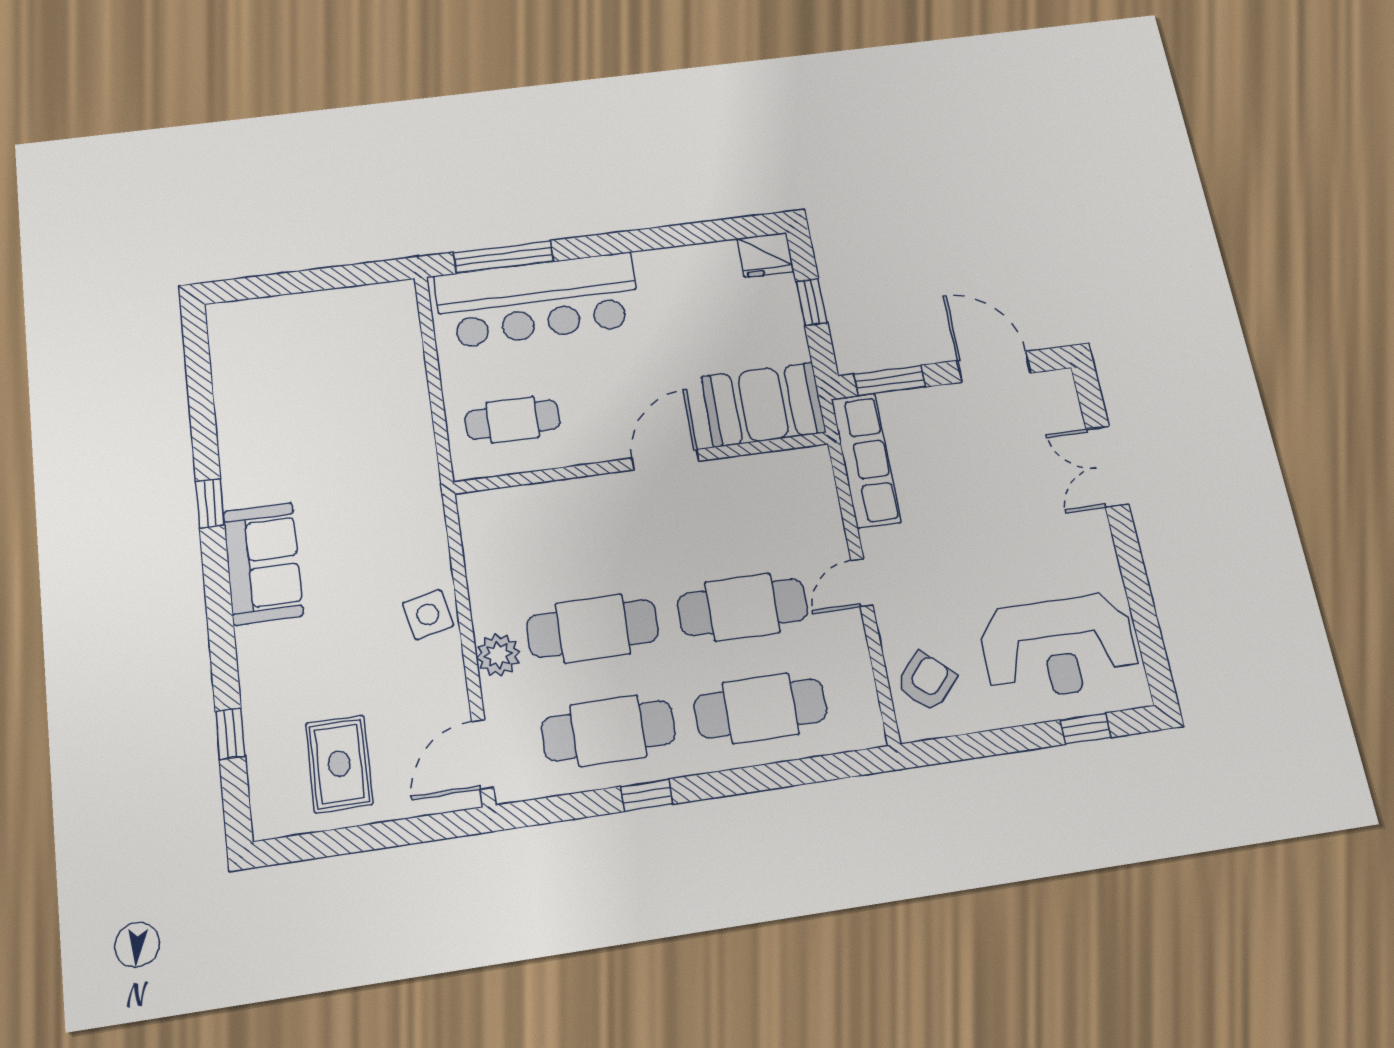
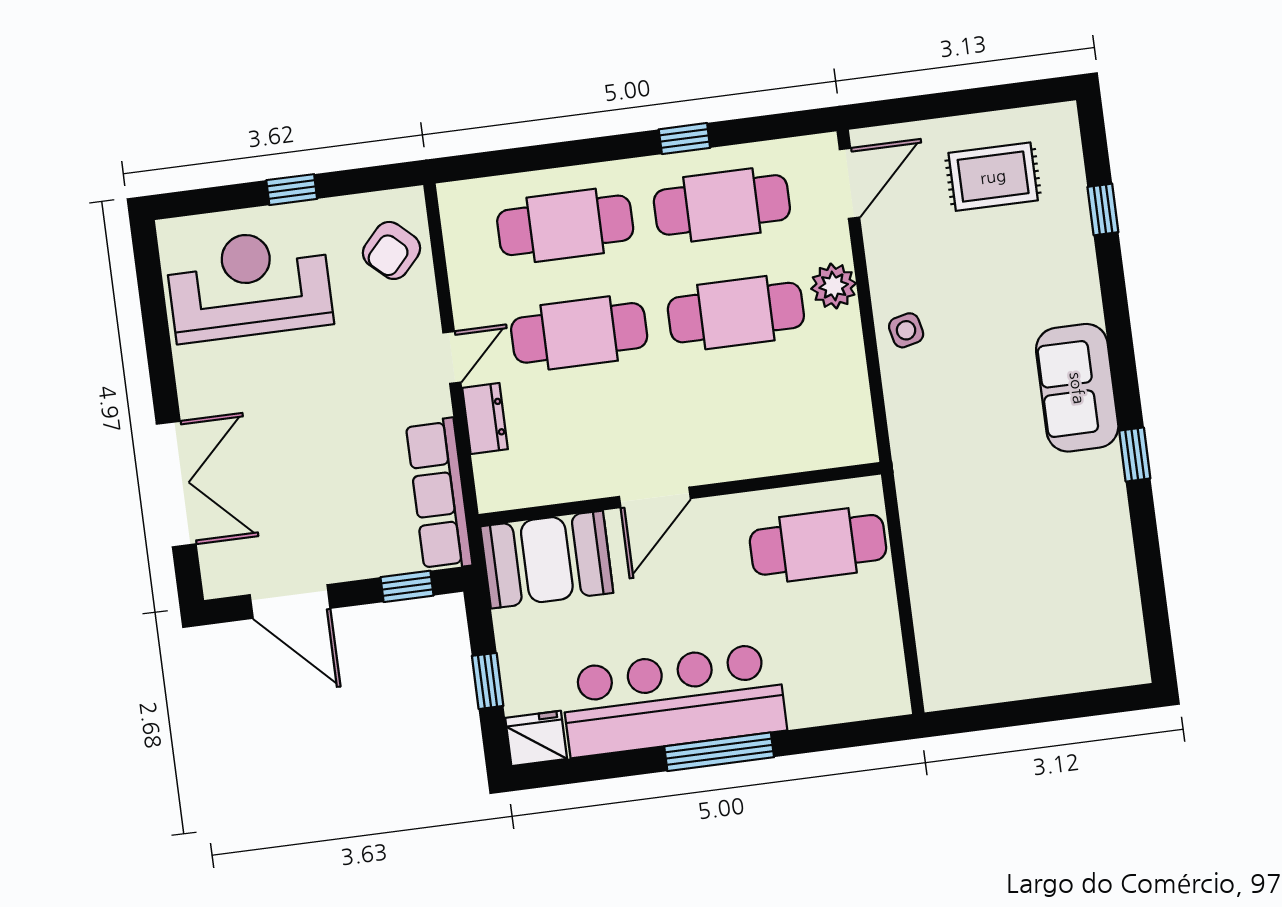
window: (503, 257) -> (719, 752), moved
bar counter: (538, 300) -> (673, 700), moved
window: (890, 381) -> (407, 586), width x0.67
cafe table: (513, 420) -> (818, 545), width x1.37, depth x1.35
double door: (1107, 466) -> (176, 484), width x1.37
dresser: (827, 528) -> (485, 418), added
side table: (428, 614) -> (906, 330), width x0.73, depth x0.73
window: (1086, 729) -> (292, 190), moved
rug: (339, 764) -> (993, 177), turned 90

